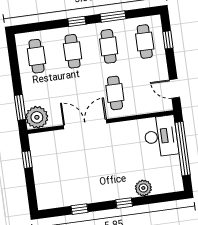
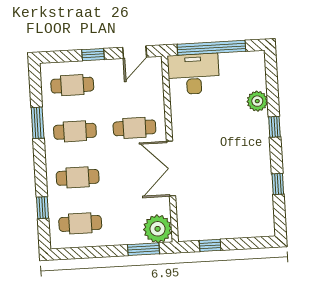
window: (77, 21) -> (42, 208), moved
window: (168, 40) -> (93, 55), moved

